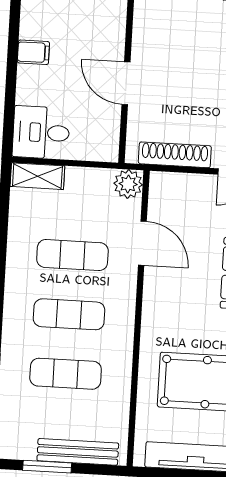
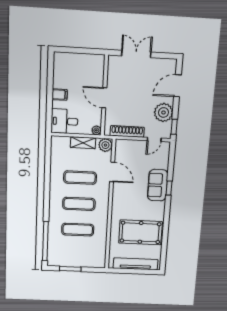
filing cabinet: (33, 52) -> (60, 95), moved
plant: (109, 152) -> (96, 130), added
shelving: (37, 176) -> (83, 143), moved
bench: (78, 452) -> (84, 263), removed

